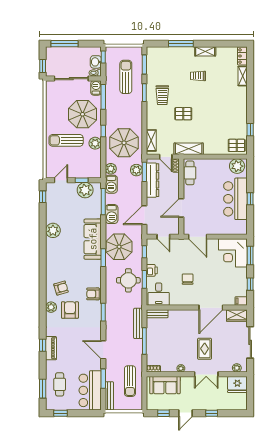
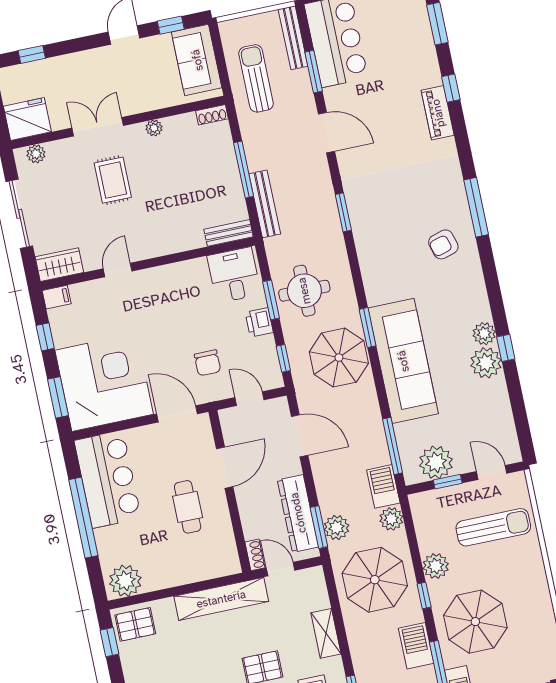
window: (250, 130) -> (109, 642), moved
sun lounger: (66, 140) -> (493, 527), moved
shelving: (151, 140) -> (326, 633), moved
shelving: (189, 149) -> (221, 599), width x1.47
cafe table: (190, 173) -> (188, 507), moved
door: (61, 180) -> (492, 472), swing flipped
window: (43, 197) -> (506, 348), moved
bar counter: (235, 199) -> (108, 479), moved
window: (250, 199) -> (83, 518), width x3.17
barbecue: (112, 214) -> (416, 646), moved
door: (144, 215) -> (300, 436), hinge flipped
sofa: (93, 239) -> (403, 361), width x1.36, depth x1.27
corner desk: (233, 253) -> (104, 382), width x1.36, depth x1.36
chair: (188, 279) -> (207, 363), moved
armchair: (93, 294) -> (373, 246), removed
window: (43, 302) -> (476, 207), added
plant: (51, 307) -> (484, 334), moved
door: (211, 308) -> (118, 270), width x0.53
armchair: (70, 310) -> (415, 202), removed
window: (43, 345) -> (451, 88), moved
cafe table: (60, 384) -> (403, 40), removed
sofa: (165, 385) -> (197, 60), moved, turned -90
window: (212, 413) -> (32, 54), moved

